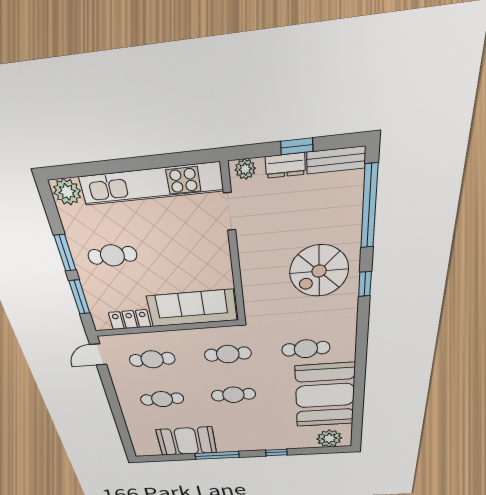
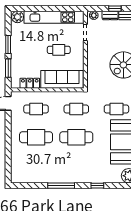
cafe table: (112, 255) -> (59, 50), moved
cafe table: (233, 395) -> (76, 137), width x1.37, depth x1.35
cafe table: (162, 399) -> (36, 137), width x1.37, depth x1.35
booth: (187, 441) -> (44, 172), removed

